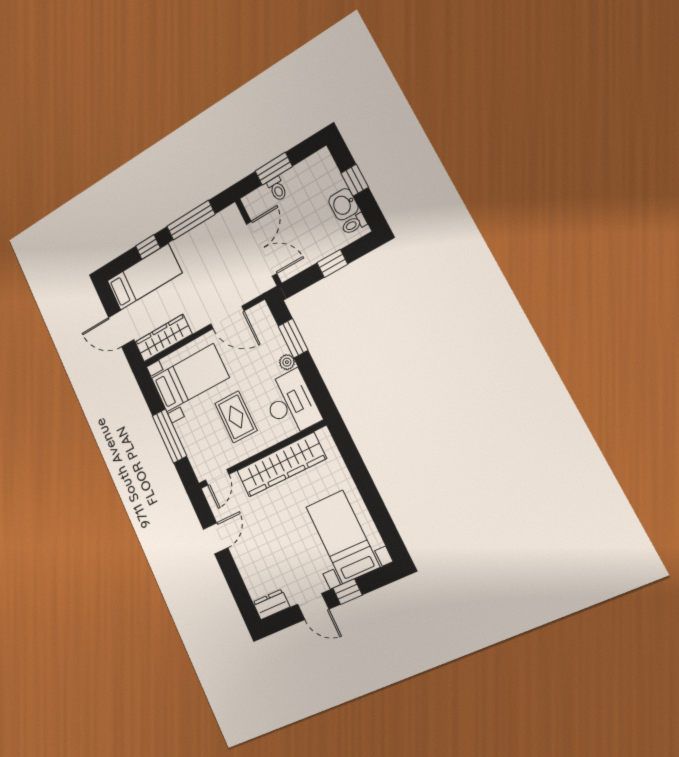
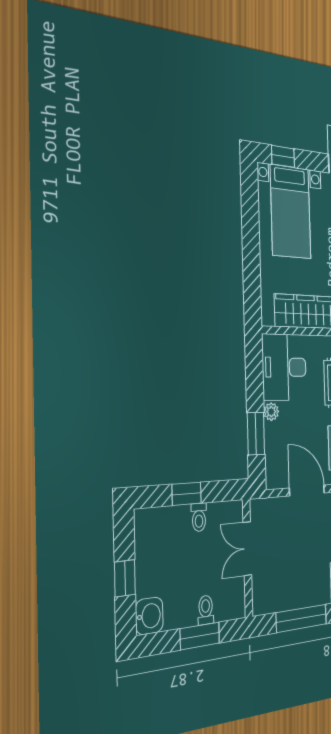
washbasin: (343, 204) -> (149, 616), moved
toilet: (354, 224) -> (199, 517), moved, turned 90
double door: (261, 249) -> (247, 549), width x0.73
window: (348, 592) -> (283, 156), moved

